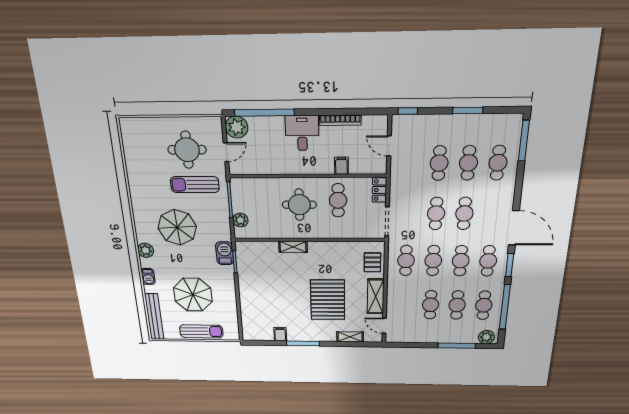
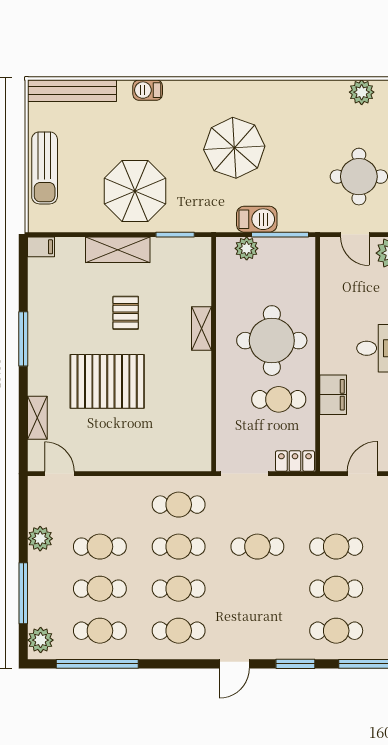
filing cabinet: (341, 166) -> (333, 395), width x2.00
sun lounger: (195, 185) -> (305, 183), removed
round table: (299, 205) -> (272, 341), width x1.36, depth x1.36
cafe table: (464, 213) -> (257, 589), removed
door: (514, 228) -> (234, 664), width x0.53
plant: (146, 250) -> (362, 92), moved
barbecue: (225, 253) -> (257, 219), moved
pallet: (372, 262) -> (126, 313), moved, turned 90
window: (510, 265) -> (295, 664), moved
parasol: (193, 295) -> (135, 191), moved
shelving: (376, 296) -> (118, 250), moved
door: (384, 326) -> (60, 474), hinge flipped
filing cabinet: (280, 334) -> (41, 247), moved
plant: (424, 336) -> (40, 539), added

